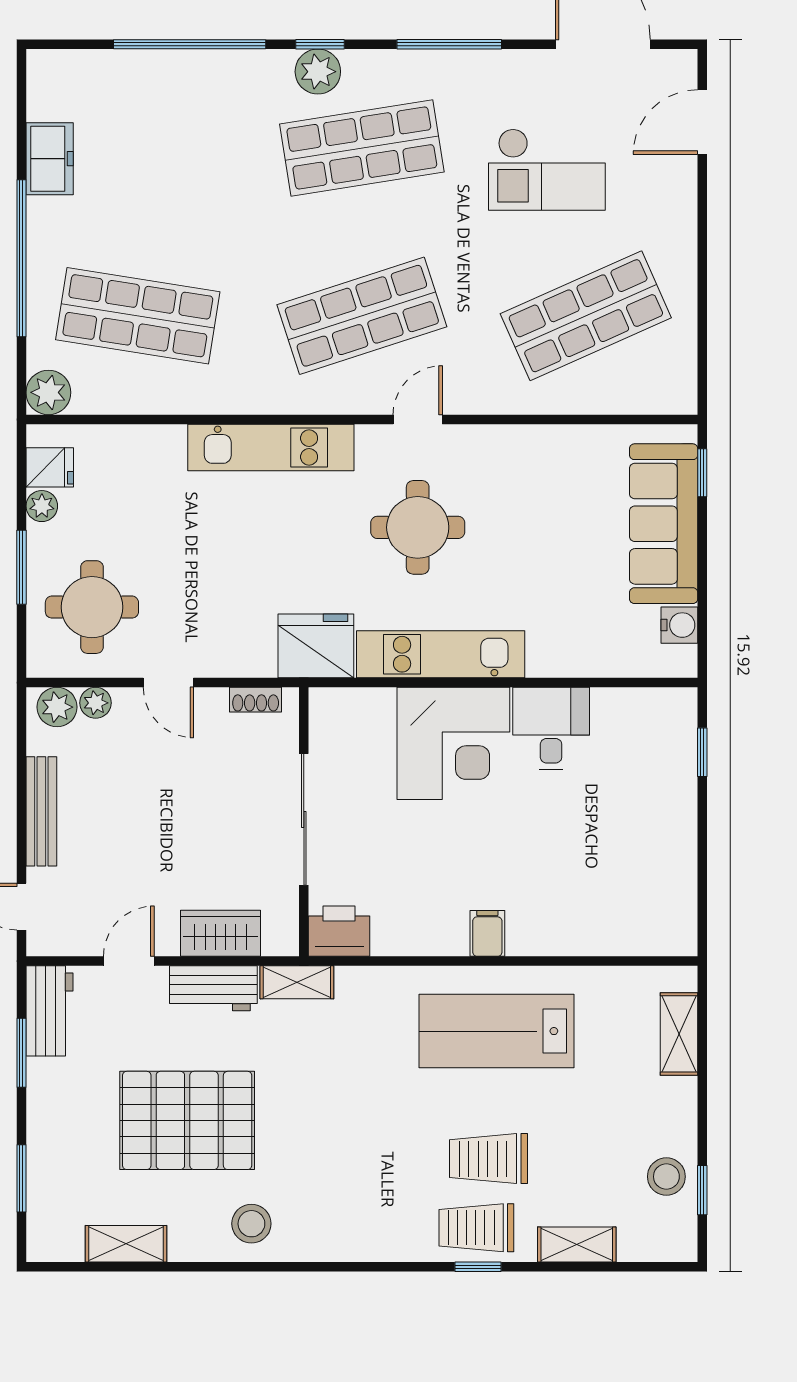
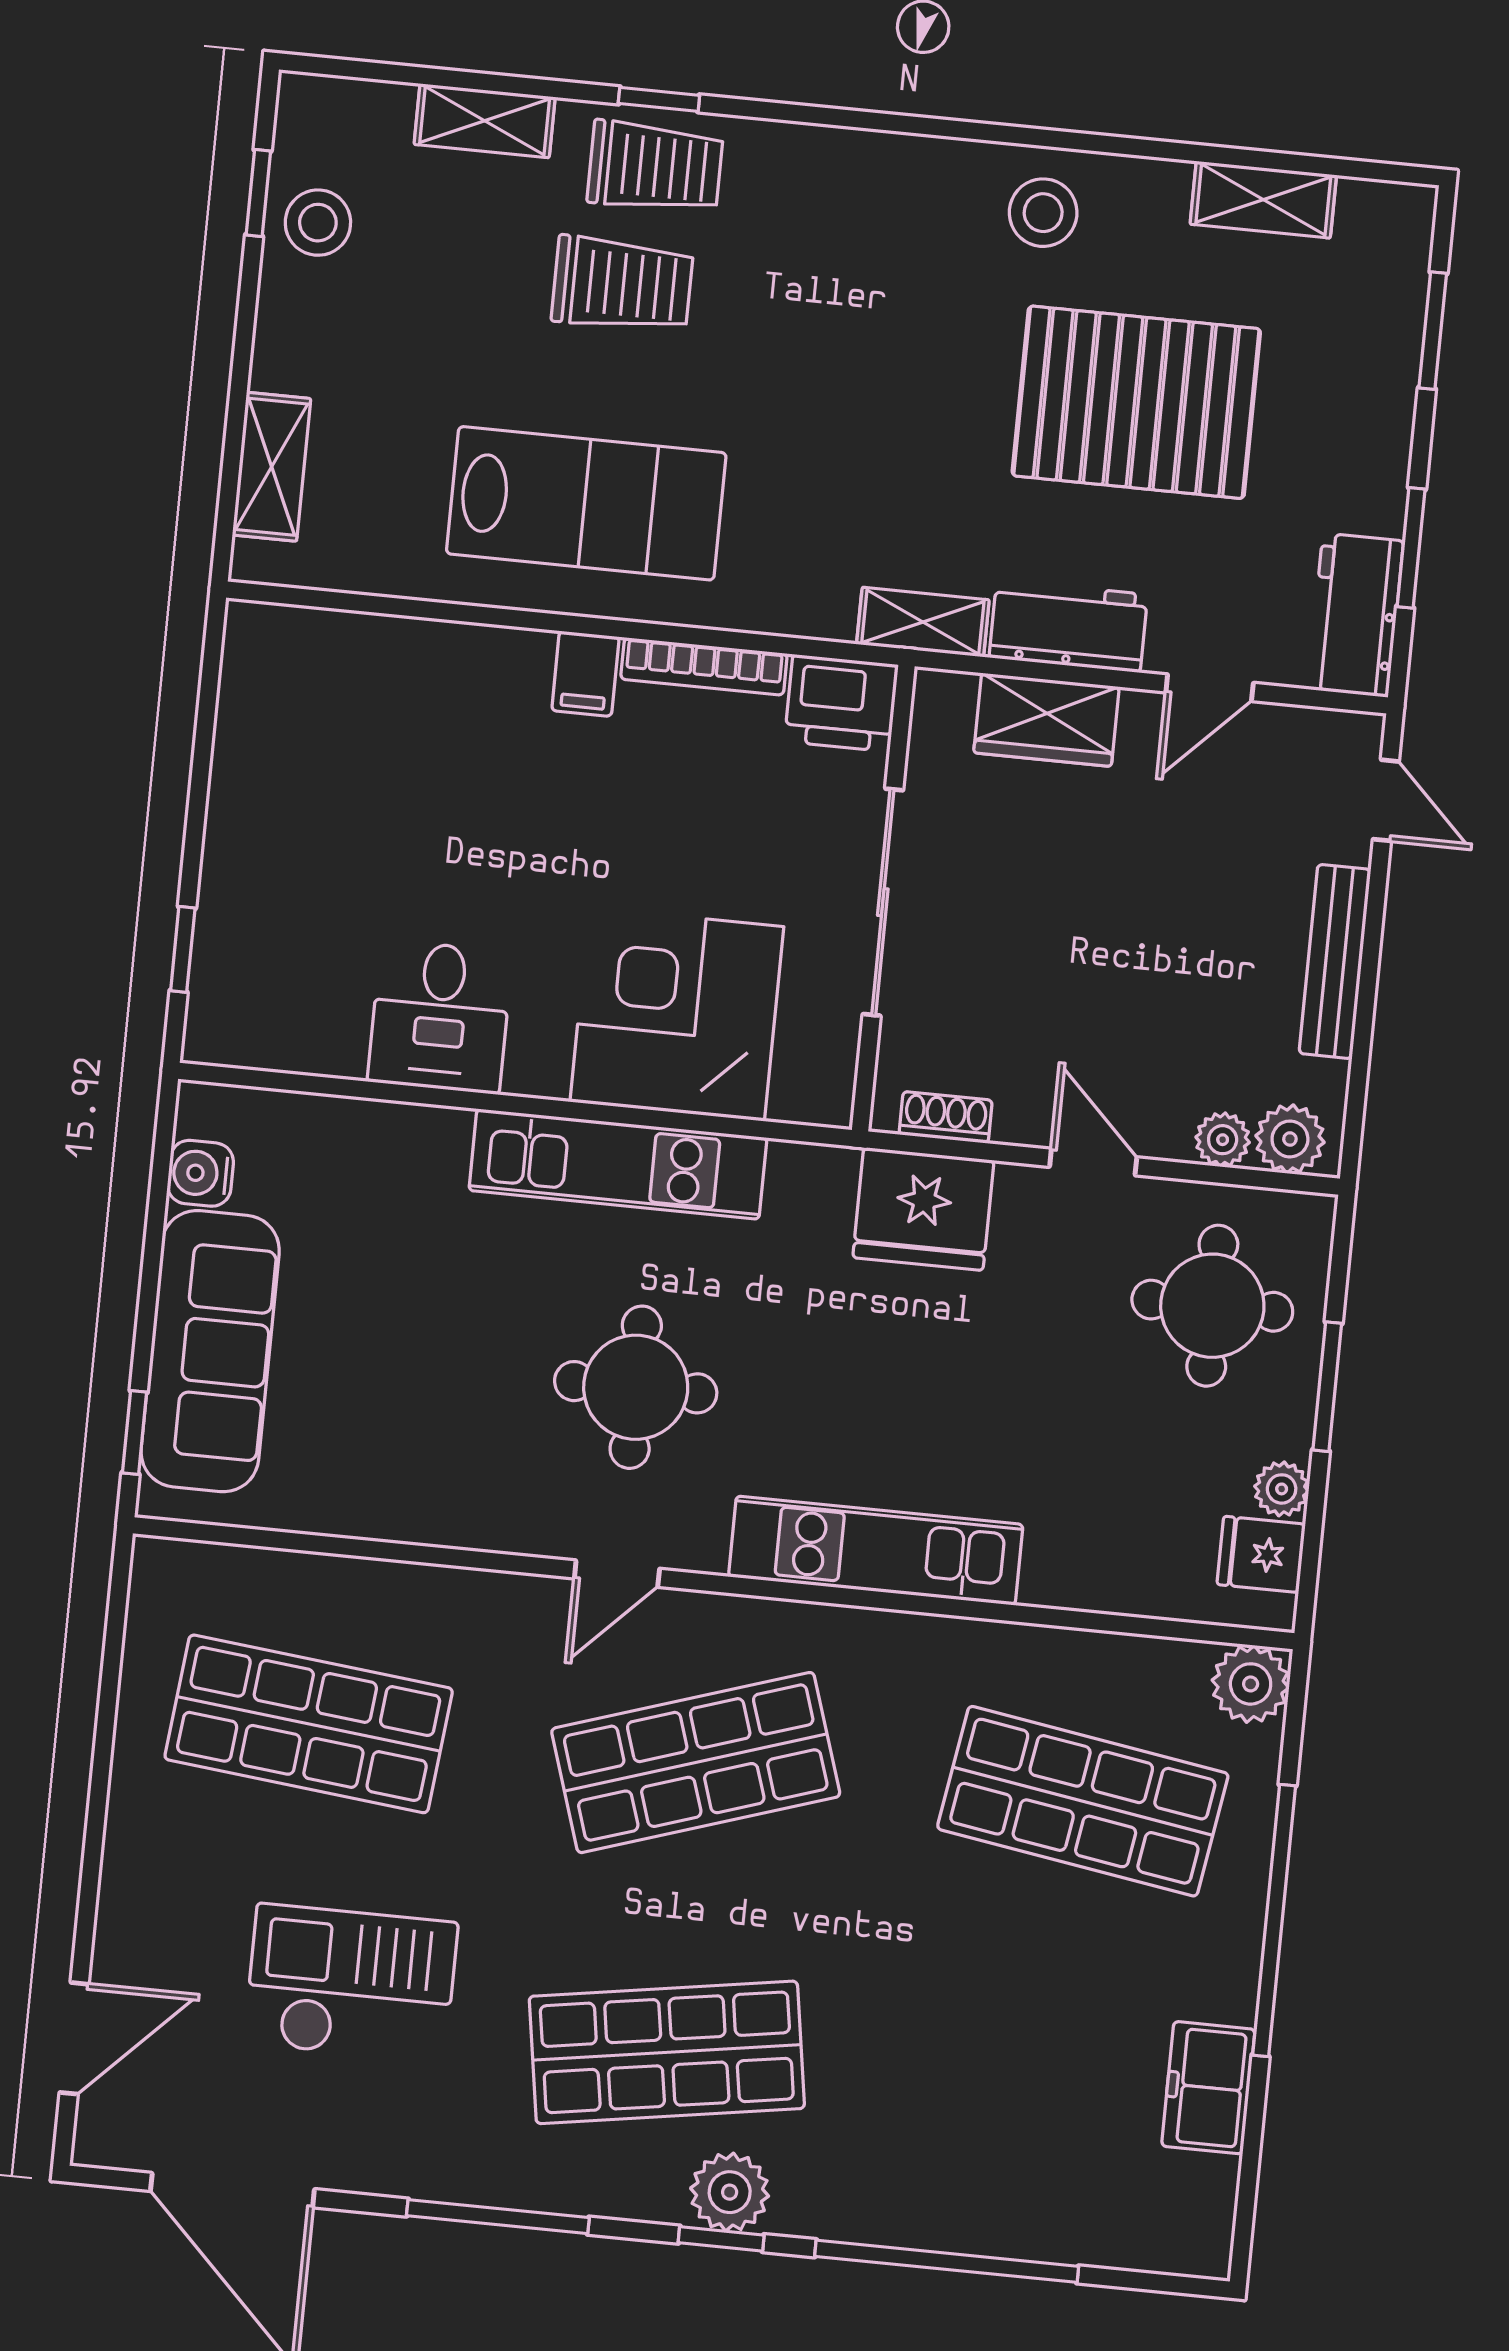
shop shelf: (586, 316) -> (309, 1724), turned 30
fridge: (316, 646) -> (923, 1209), moved
corner desk: (453, 743) -> (677, 1014), moved
bookcase: (420, 944) -> (704, 666), added

